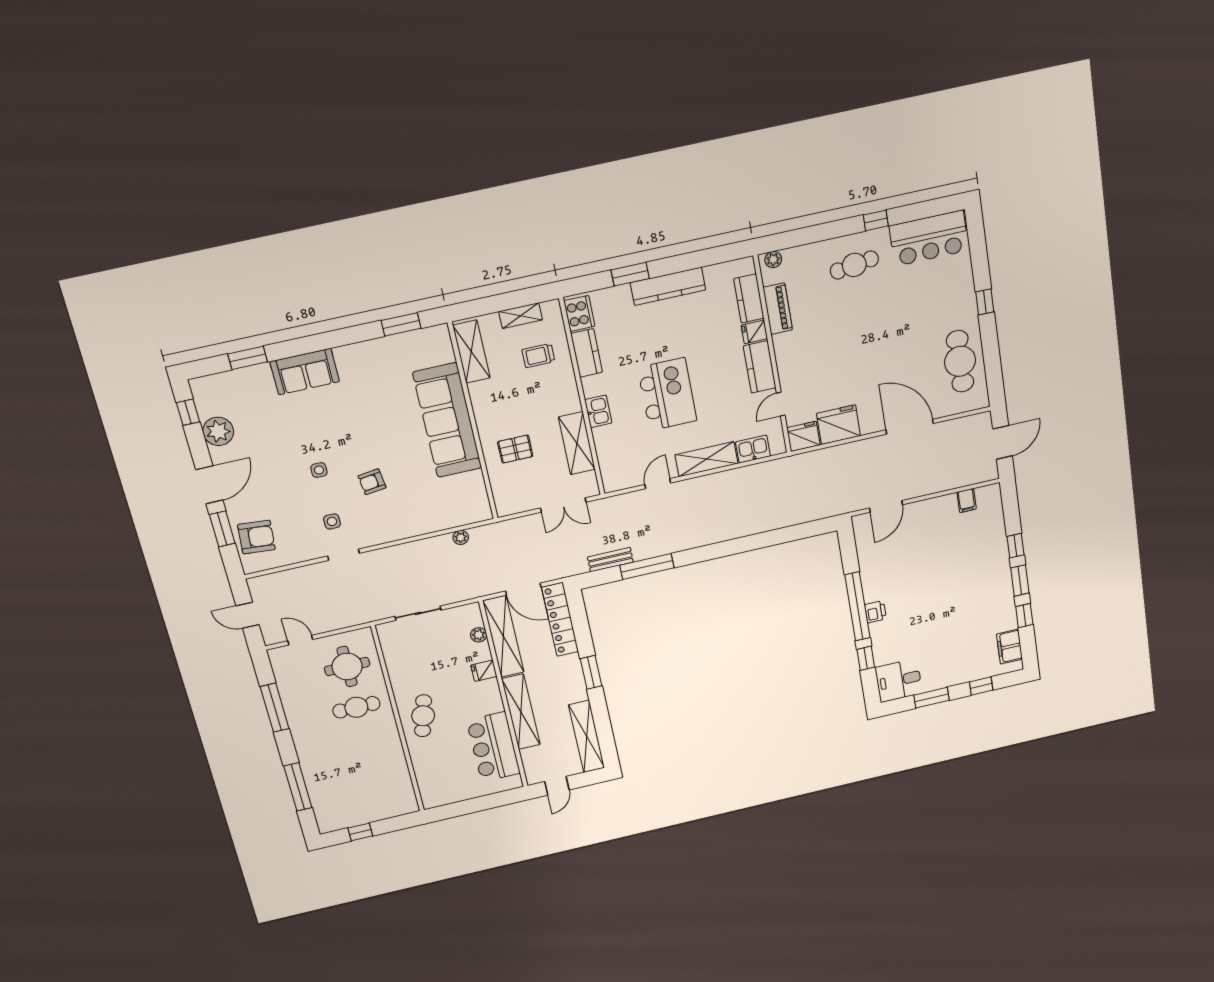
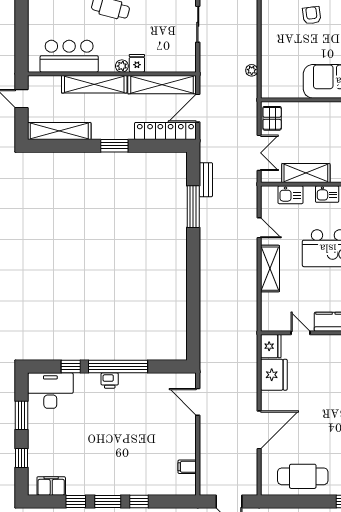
pallet: (515, 449) -> (272, 118), moved
kitchen sink: (753, 449) -> (290, 195), moved, turned 90
double door: (563, 505) -> (259, 153), swing flipped
plant: (479, 635) -> (122, 66), moved
desk: (899, 680) -> (50, 391), width x1.37

